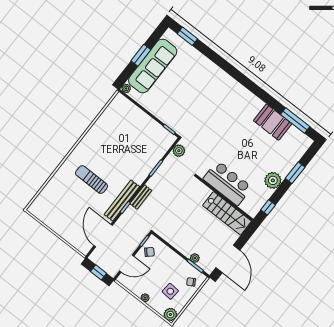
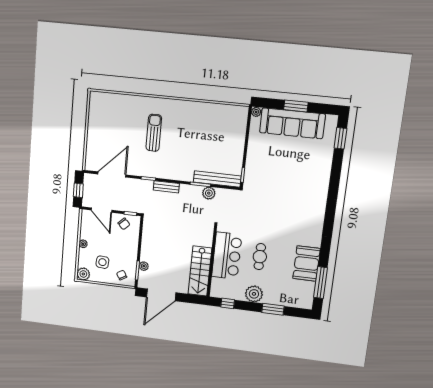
plant: (179, 151) -> (209, 193), moved
cafe table: (244, 156) -> (260, 257), added
bench: (122, 201) -> (217, 179), moved

